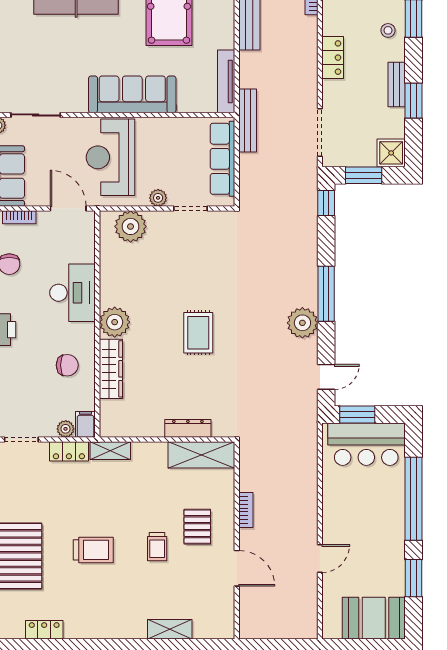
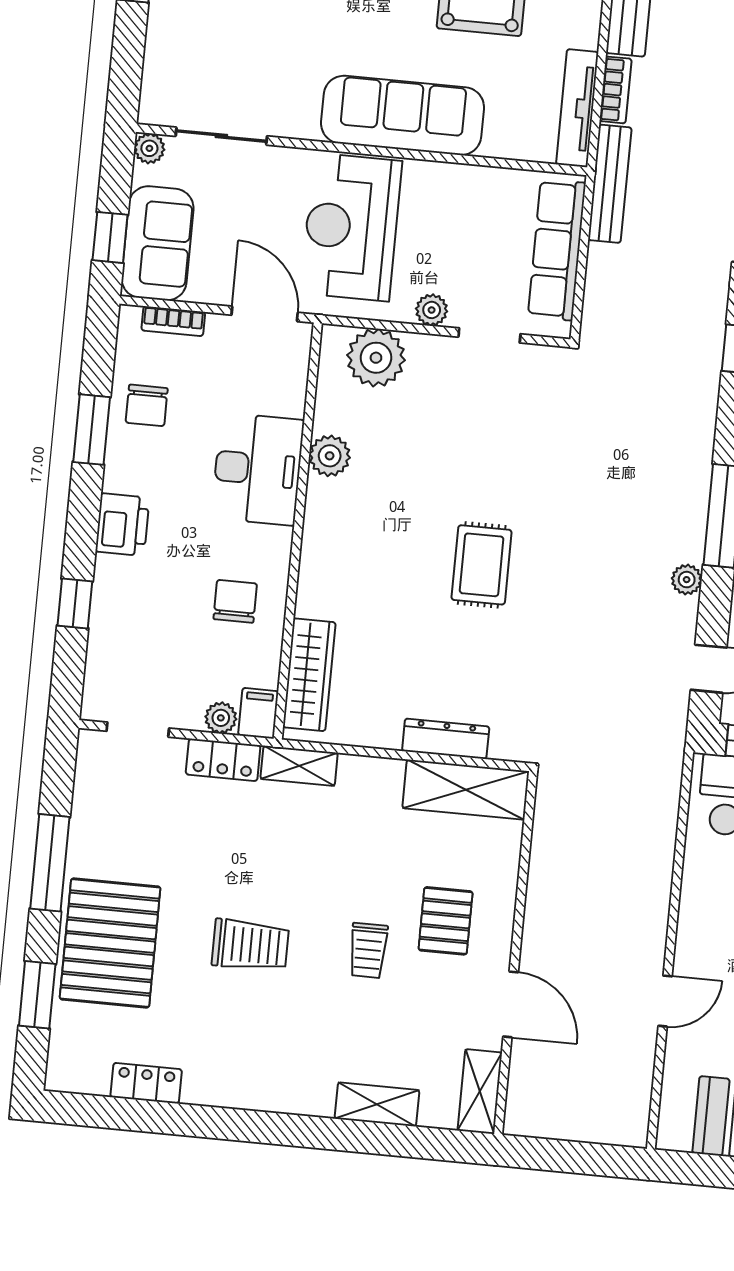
plant: (115, 322) -> (330, 456), moved, width x0.73, depth x0.73
plant: (302, 323) -> (687, 580), width x0.53, depth x0.53
chair: (67, 365) -> (235, 601), turned -90
wardrobe: (111, 369) -> (309, 675), moved
bookcase: (246, 510) -> (616, 90), moved
shelving: (225, 617) -> (480, 1092), added

